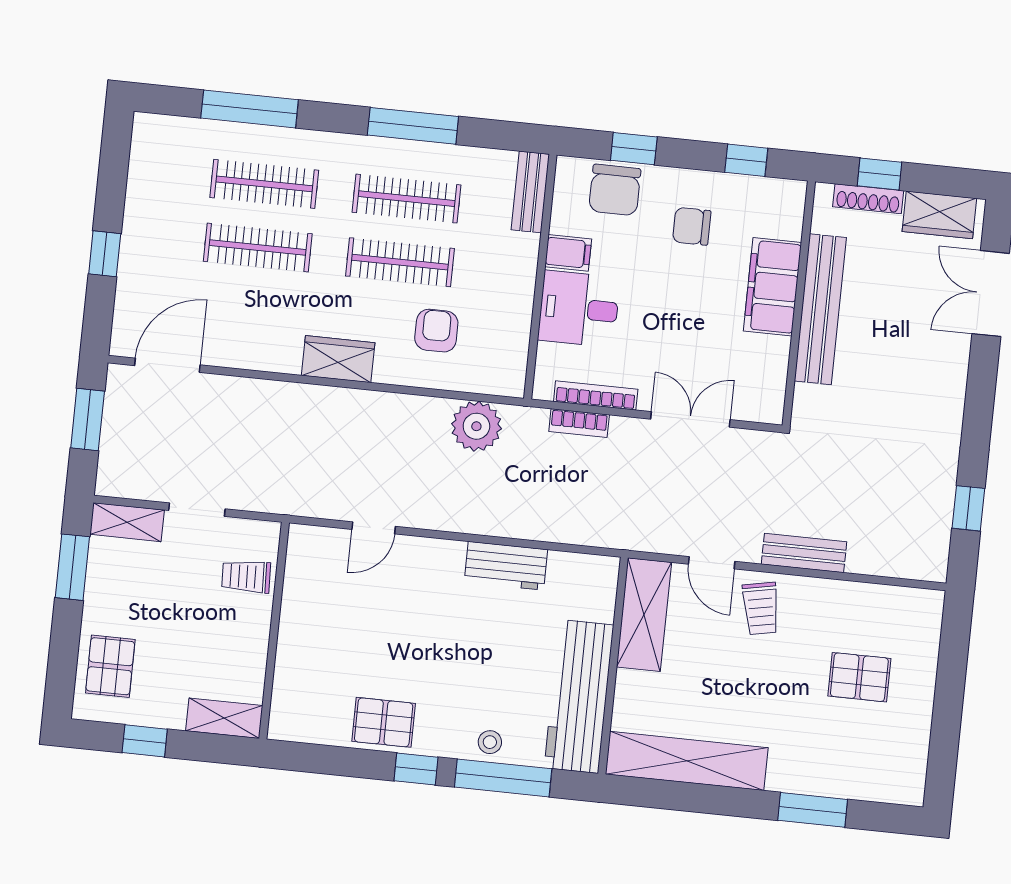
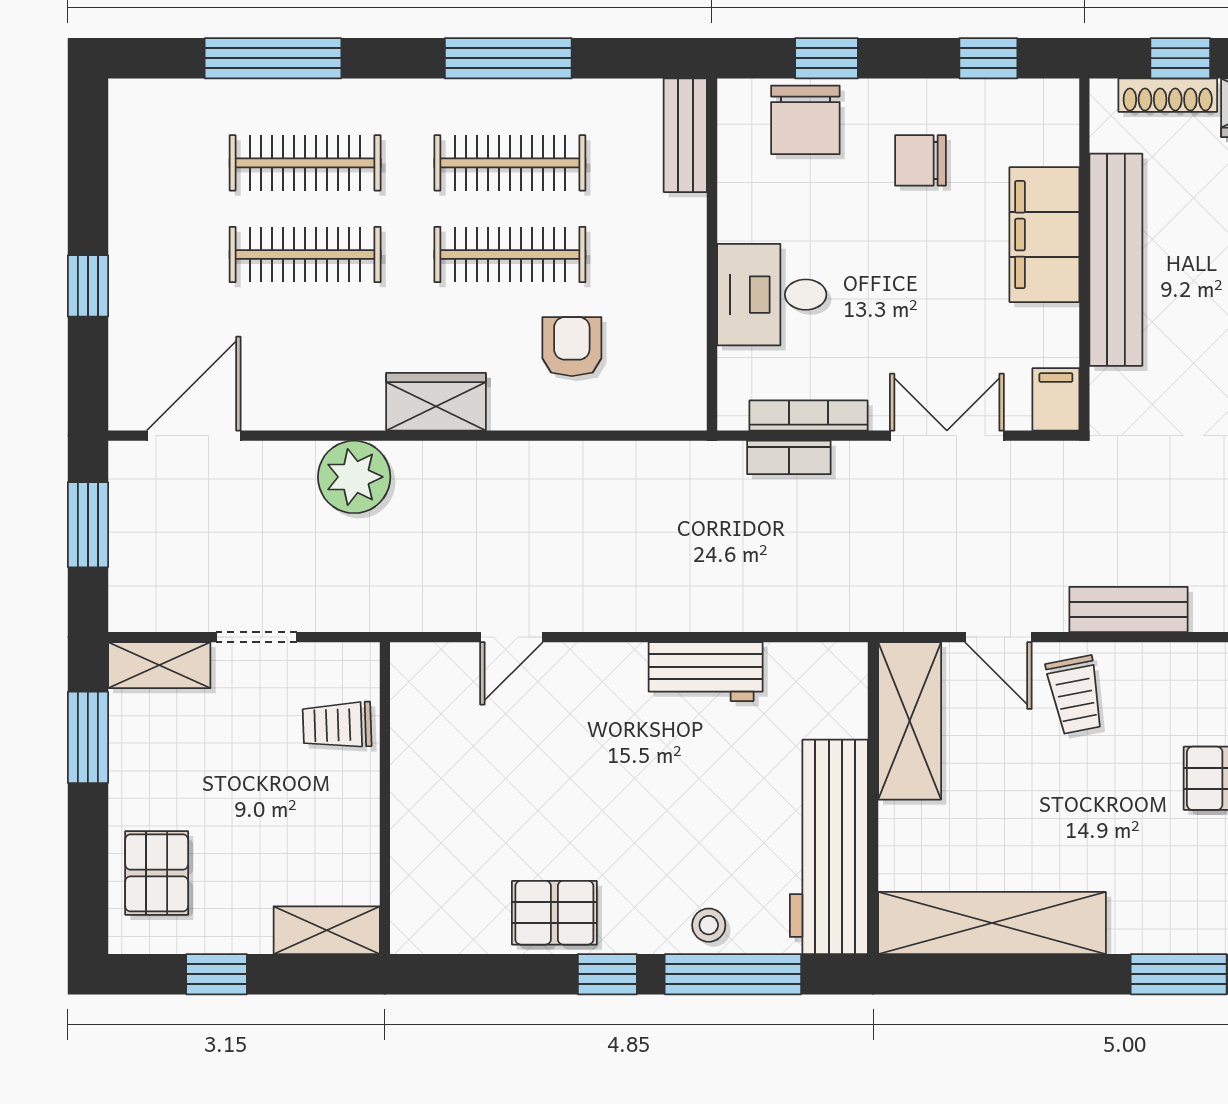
filing cabinet: (568, 253) -> (1056, 399), moved, turned -90
plant: (476, 426) -> (354, 477), moved

